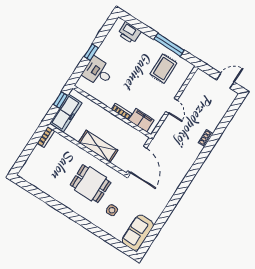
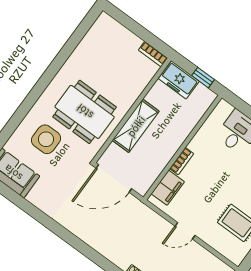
freezer: (66, 113) -> (179, 80), width x0.71
dining table: (91, 184) -> (85, 112), width x1.38
side table: (112, 210) -> (46, 139), width x1.87, depth x1.87

